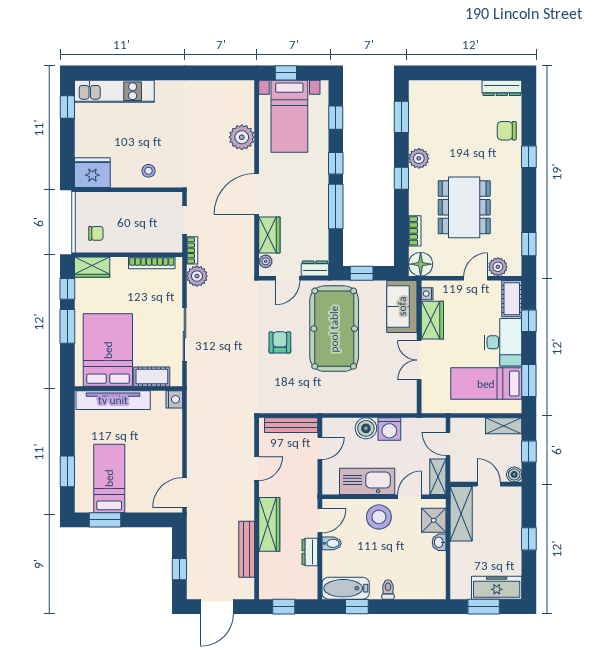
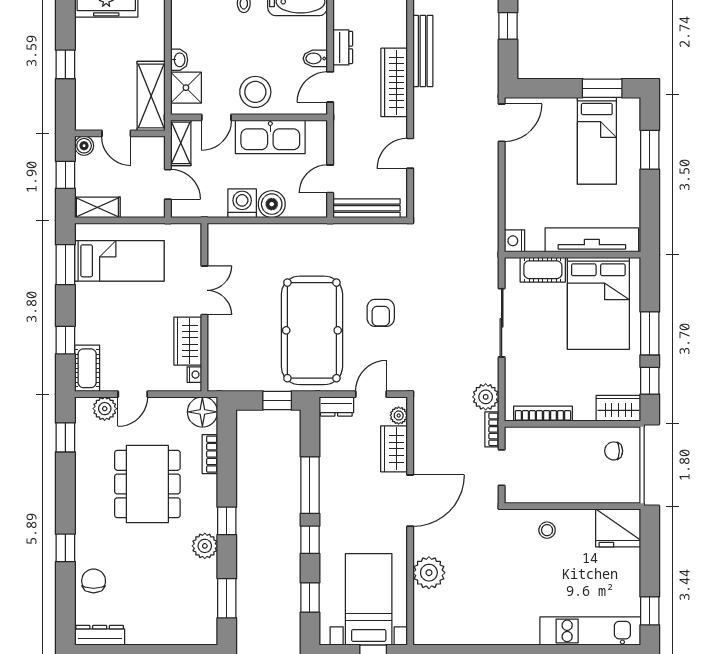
chair: (507, 131) -> (94, 581), turned -90
sofa: (402, 306) -> (226, 358), removed
desk: (503, 342) -> (98, 313), removed

